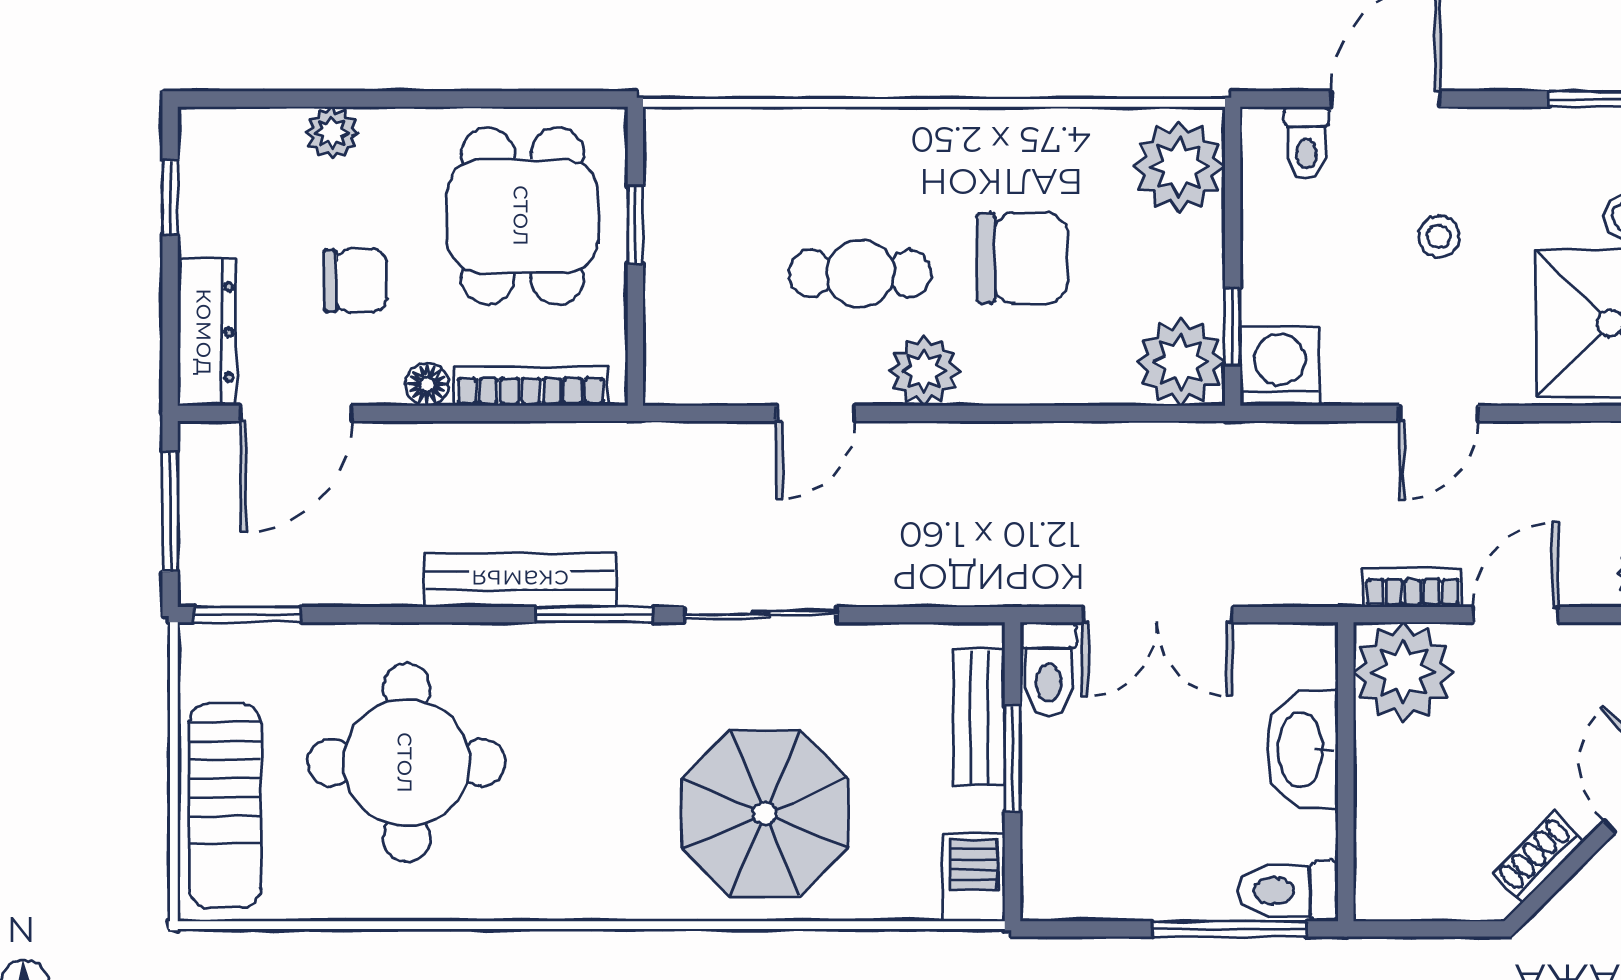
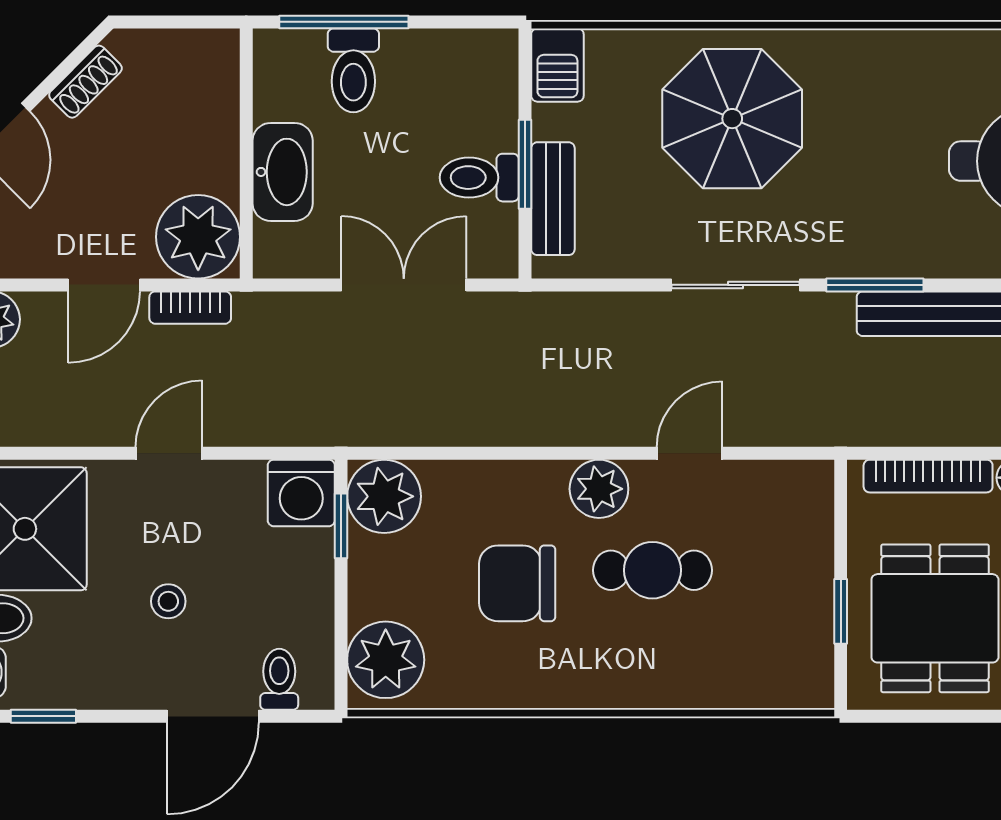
toilet: (1049, 669) -> (479, 178), moved, turned -90
toilet: (1288, 891) -> (353, 70), moved, turned 90

